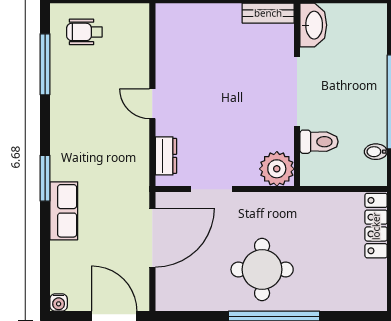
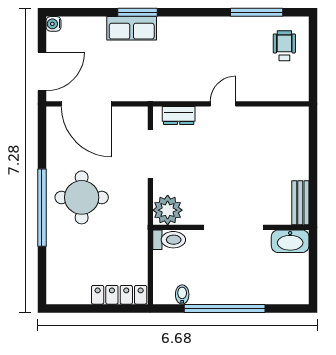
toilet: (319, 142) -> (169, 240), moved, turned -90
window: (45, 178) -> (138, 12), moved
doorway: (211, 189) -> (150, 154), width x1.38
door: (152, 238) -> (86, 104), moved

